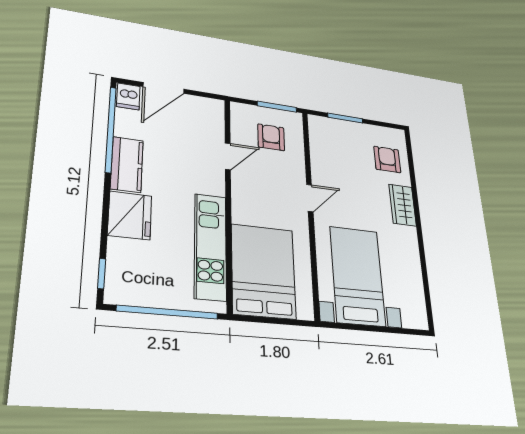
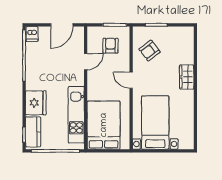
door: (164, 88) -> (62, 25), moved
armchair: (387, 159) -> (150, 51), moved, turned -127
kitchen counter: (127, 164) -> (33, 132), moved
door: (310, 198) -> (131, 80), swing flipped

